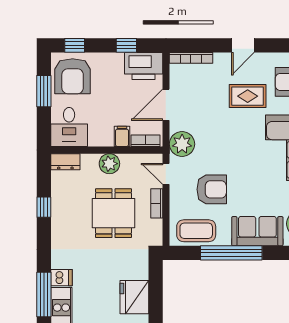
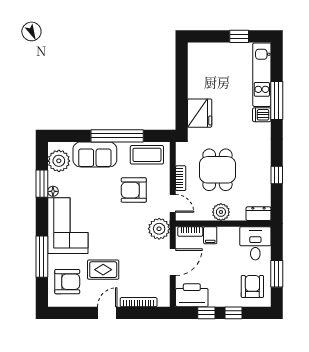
window: (75, 45) -> (234, 313), moved
bookcase: (191, 58) -> (139, 302), moved
armchair: (73, 76) -> (252, 286), width x0.73, depth x0.73
fridge: (134, 297) -> (200, 113), moved

